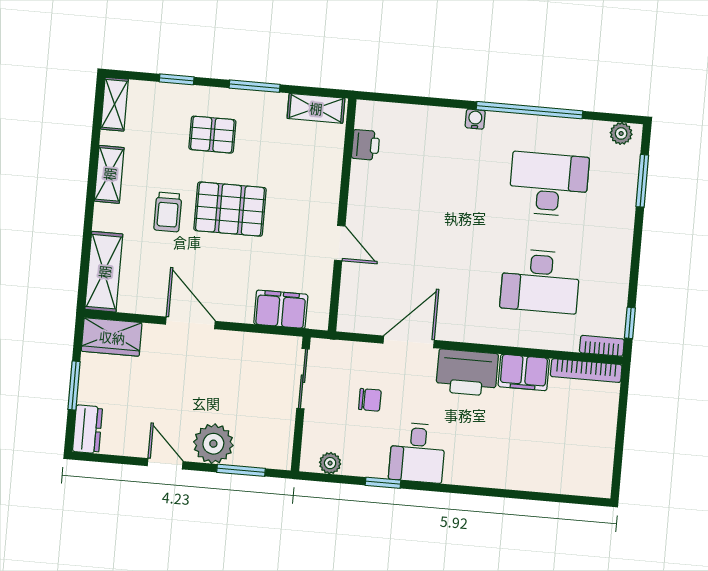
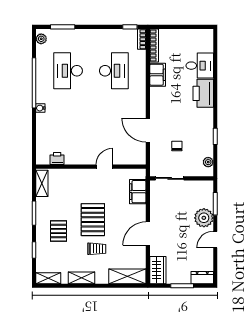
printer: (467, 373) -> (203, 93), moved, turned 180
desk: (417, 453) -> (200, 66), moved

